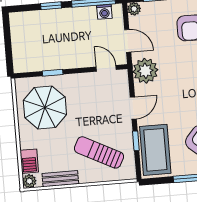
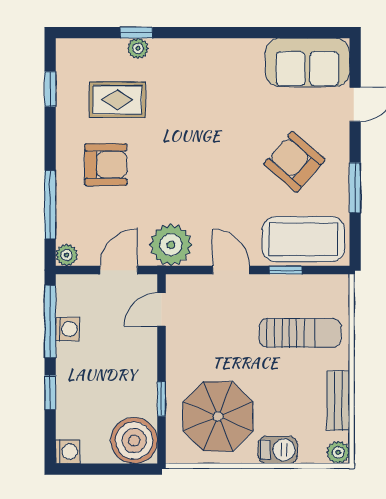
washing machine: (104, 12) -> (68, 329), moved
washing machine: (16, 19) -> (68, 452), added
boiler: (26, 58) -> (134, 441), added
sun lounger: (99, 152) -> (300, 333), turned -117
barbecue: (29, 161) -> (278, 450), moved

